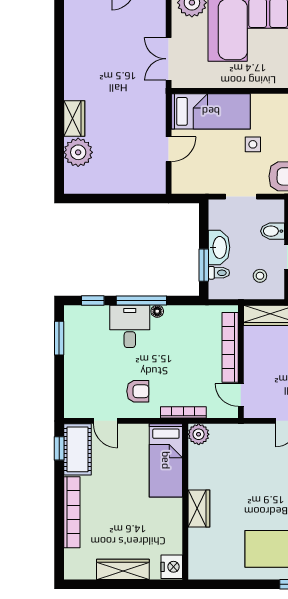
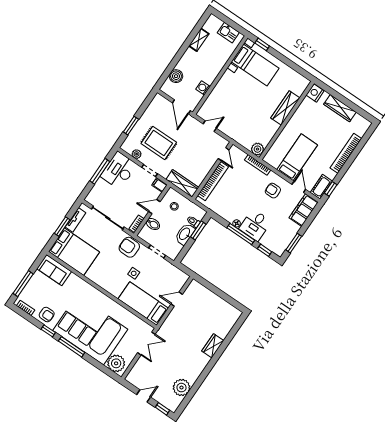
plant: (78, 152) -> (181, 388), moved
filing cabinet: (77, 393) -> (304, 210), added
cot: (77, 449) -> (321, 187), width x0.73, depth x0.75
bed: (166, 460) -> (297, 157), moved
wardrobe: (199, 508) -> (285, 108), width x1.50

